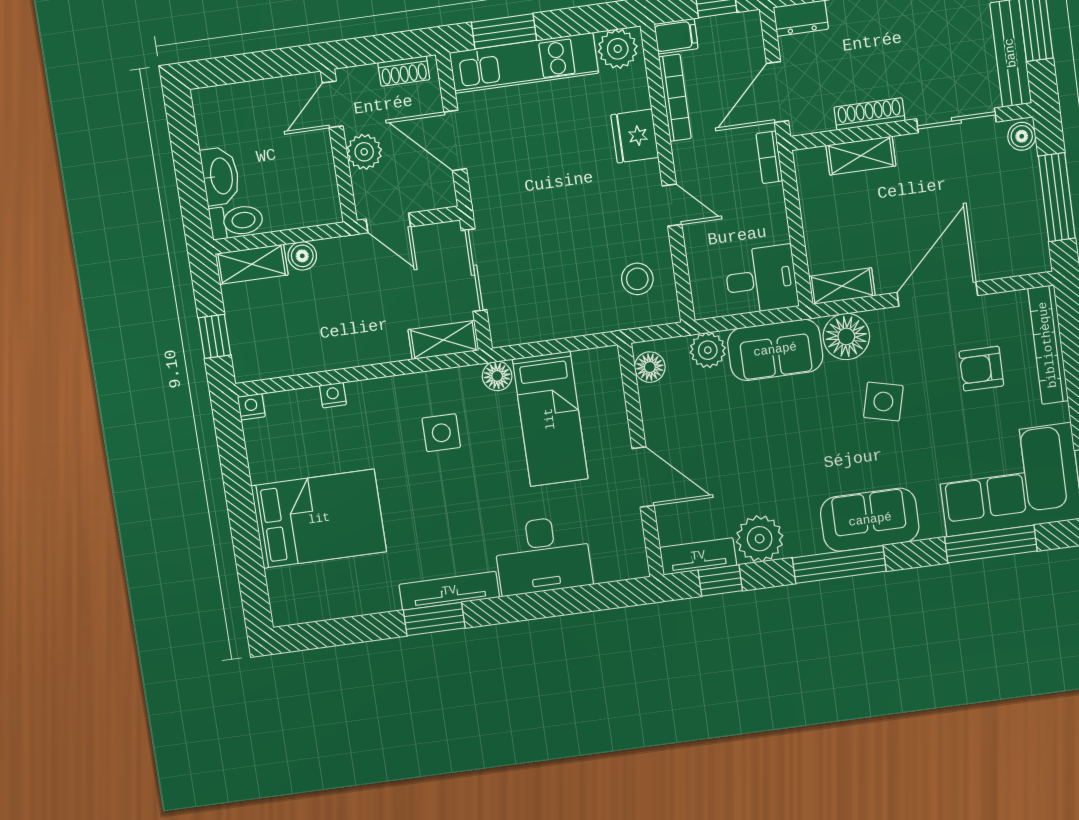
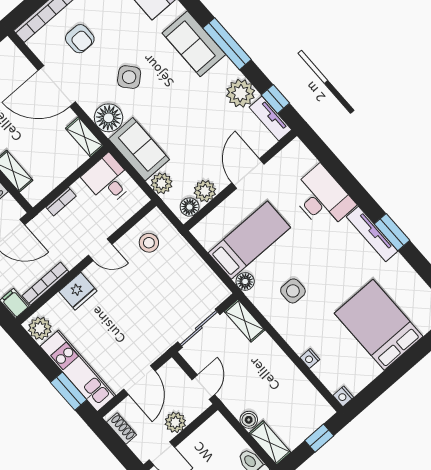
bookcase: (769, 157) -> (61, 202), moved
door: (672, 205) -> (100, 250), swing flipped
plant: (658, 402) -> (205, 191), added
side table: (883, 402) -> (129, 77), turned 35

